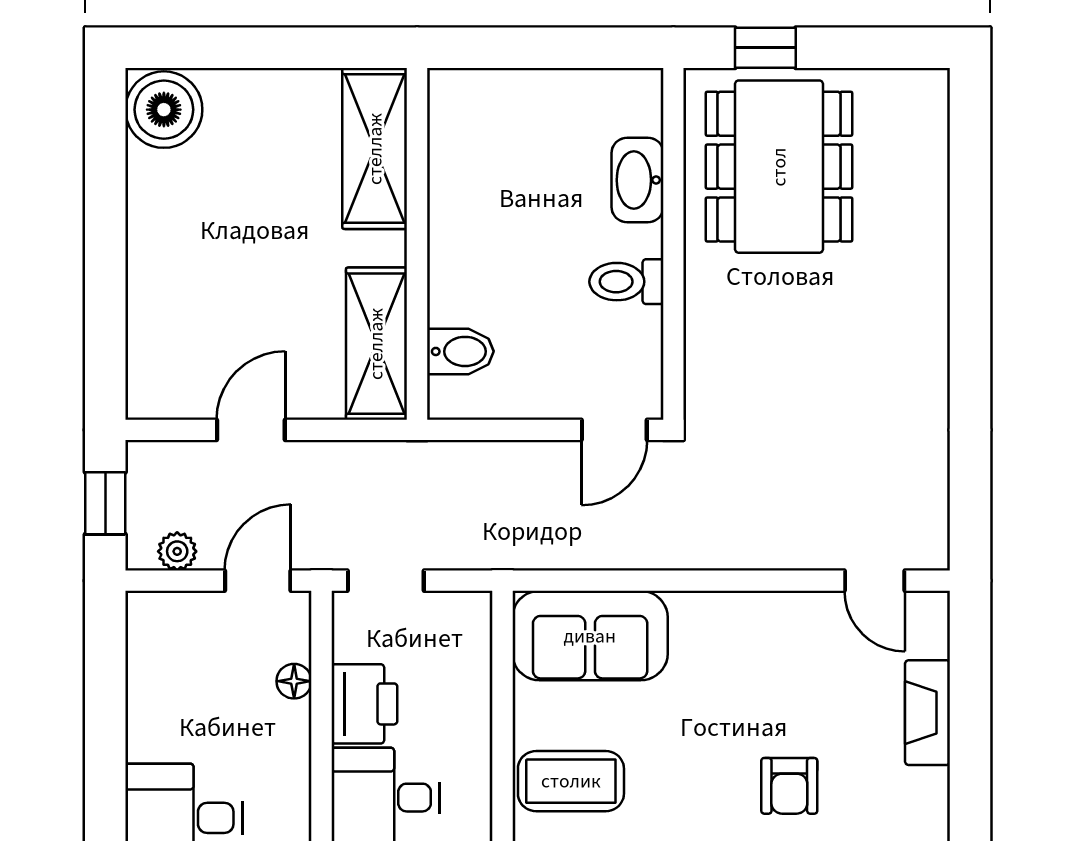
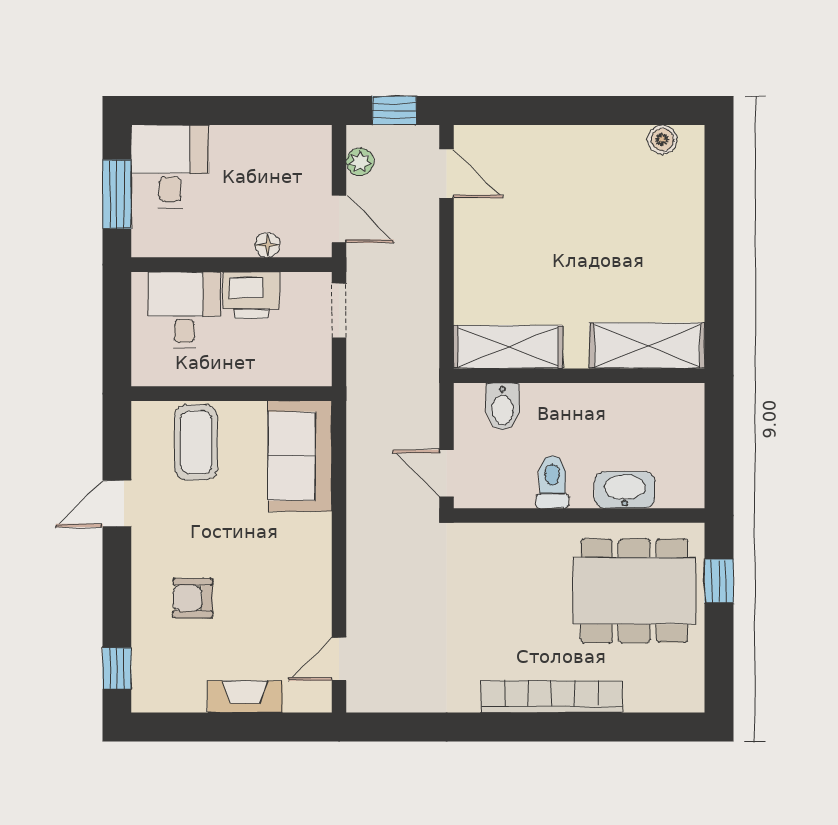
boiler: (164, 110) -> (662, 140), width x0.54, depth x0.54
shelving: (375, 149) -> (647, 346), moved
wall: (417, 244) -> (579, 376), moved
bookcase: (927, 283) -> (552, 697), added
shelving: (376, 344) -> (508, 347), moved
bidet: (460, 351) -> (502, 407), moved
door: (251, 430) -> (447, 174), moved

